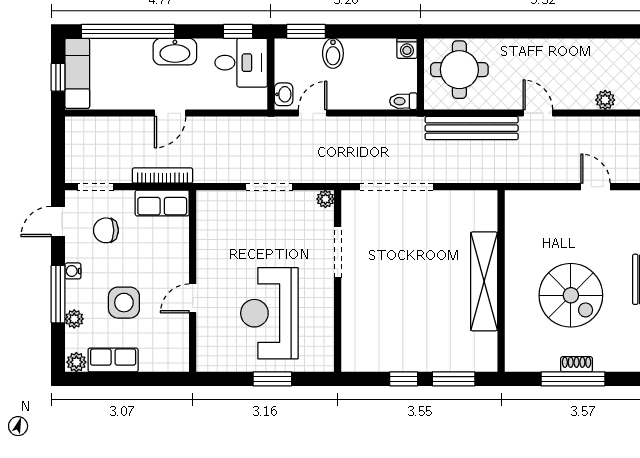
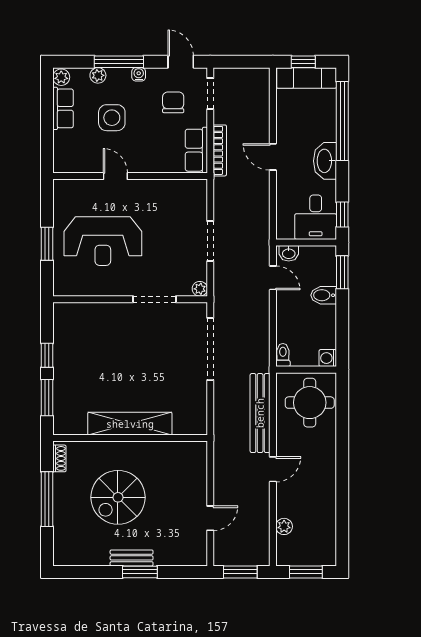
reception desk: (269, 313) -> (103, 241), turned 180
shoe rack: (577, 364) -> (59, 458), moved

